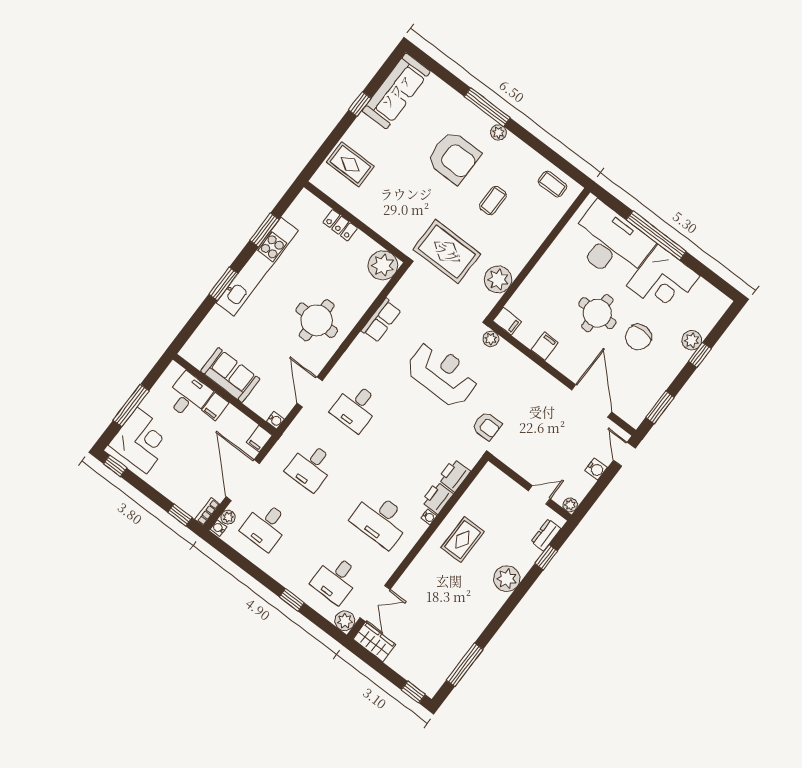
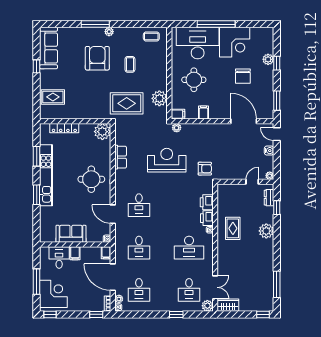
armchair: (454, 157) -> (97, 58), turned -90
locker: (340, 225) -> (64, 128), width x1.53
round table: (597, 313) -> (194, 80), moved

